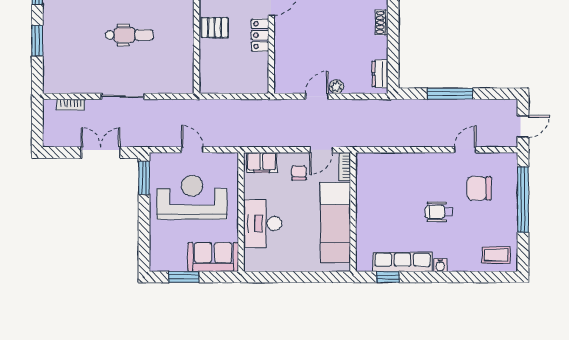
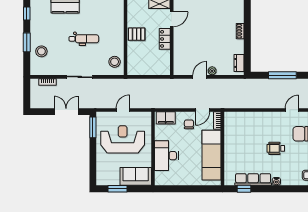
stool: (61, 55) -> (41, 51), added
stool: (179, 72) -> (115, 62), added
door: (192, 150) -> (123, 110), hinge flipped

